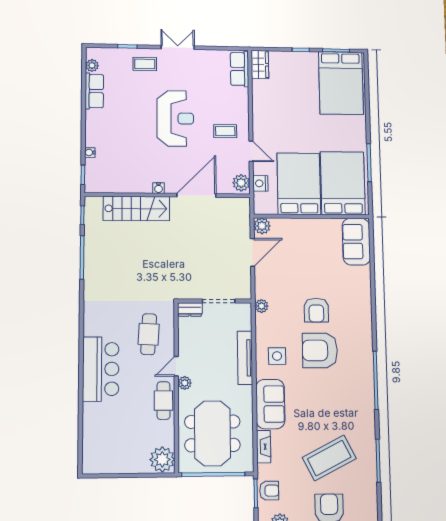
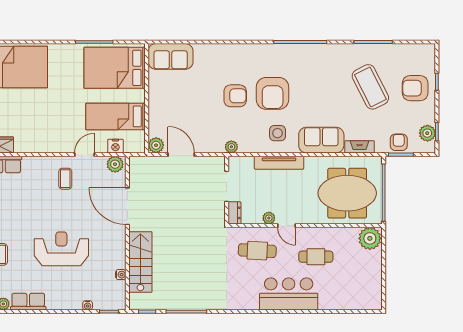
reception desk: (175, 118) -> (61, 249), moved
bed: (299, 184) -> (115, 116), width x0.67
water cooler: (159, 188) -> (121, 275), moved
plant: (185, 383) -> (269, 218), moved
cafe table: (163, 401) -> (316, 257), moved

